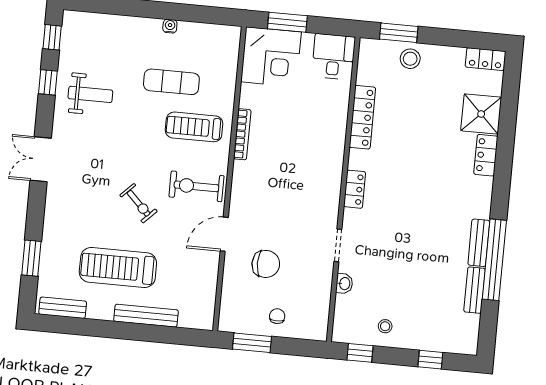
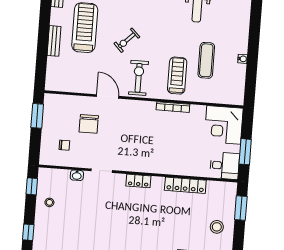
window: (287, 22) -> (245, 152), moved
stool: (410, 59) -> (217, 227), moved
bench: (146, 316) -> (54, 41), width x0.73
chair: (277, 316) -> (64, 145), moved

